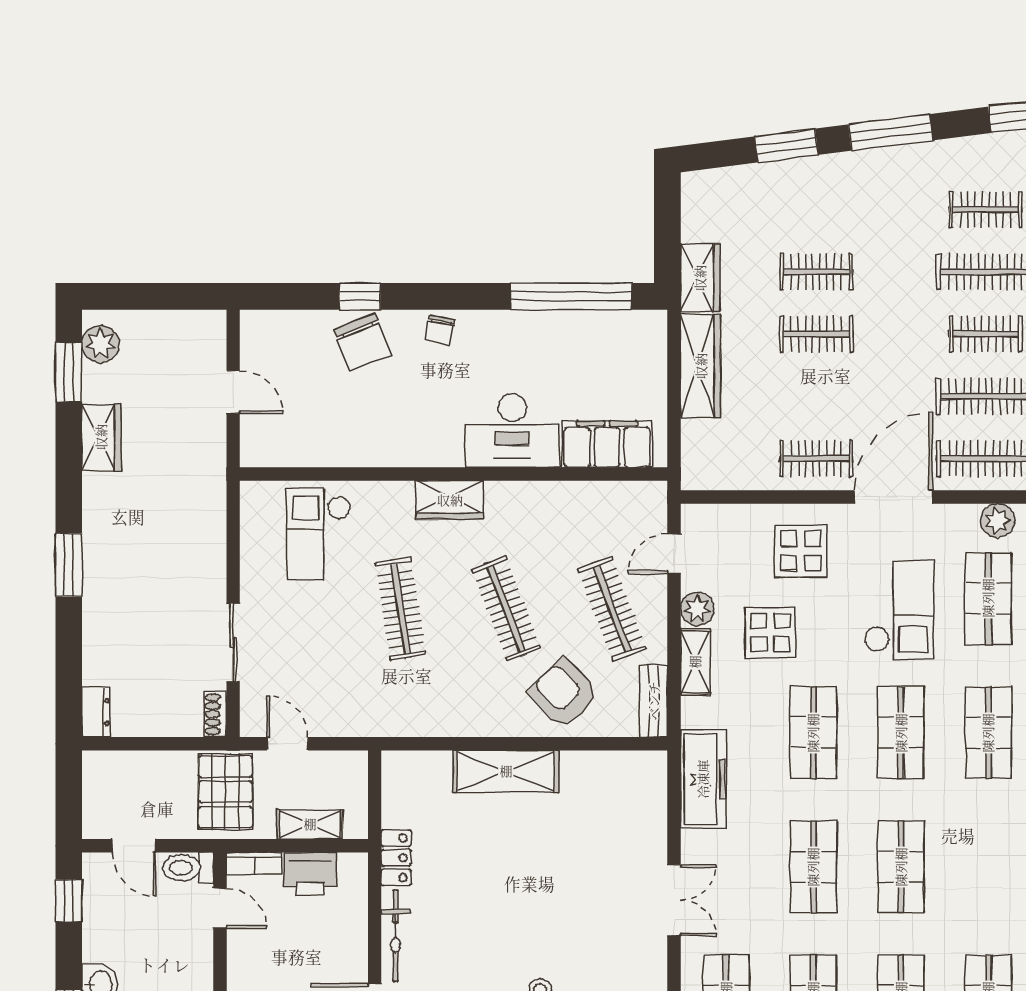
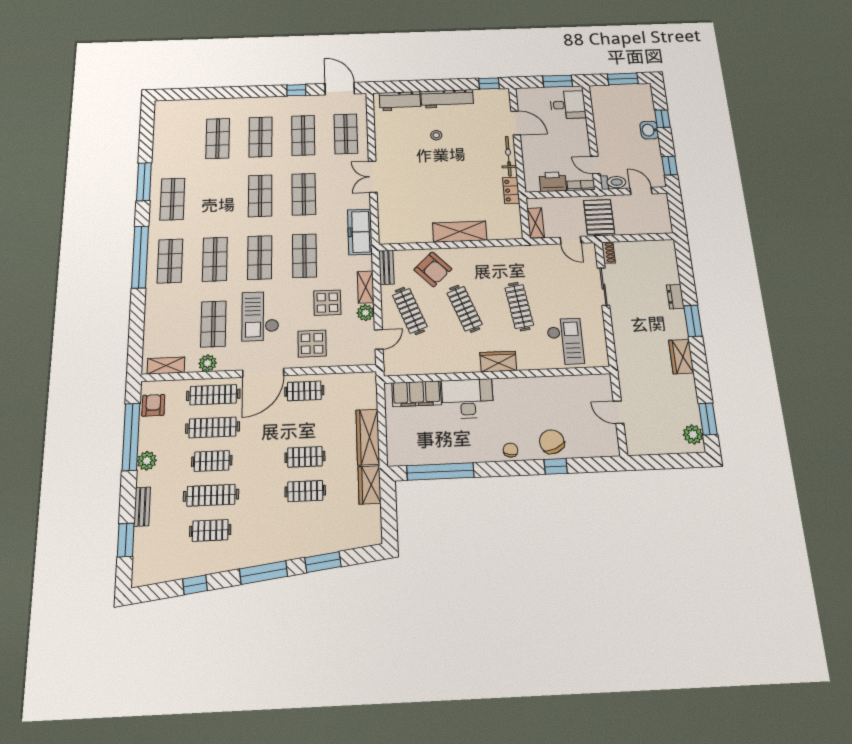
wardrobe: (101, 437) -> (681, 357), moved
dresser: (96, 712) -> (675, 297), moved
shelving: (310, 824) -> (536, 223), moved, turned 90

